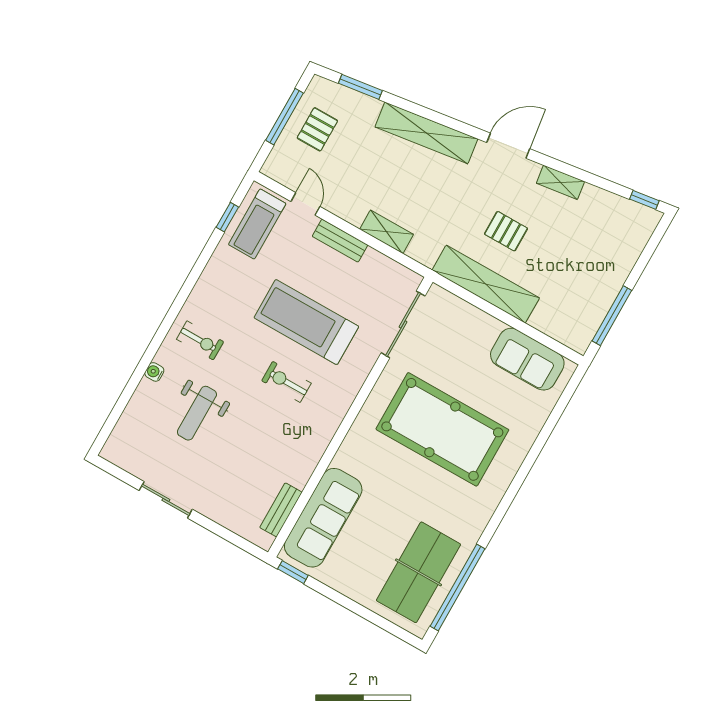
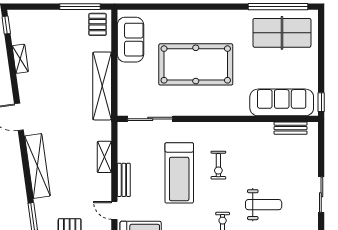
shelving: (560, 182) -> (20, 59), moved
door: (305, 204) -> (114, 210), hinge flipped
pallet: (506, 231) -> (98, 24), moved
pool table: (442, 429) -> (196, 64), turned 90

